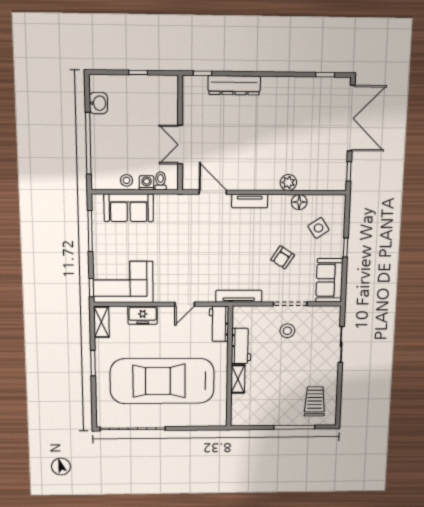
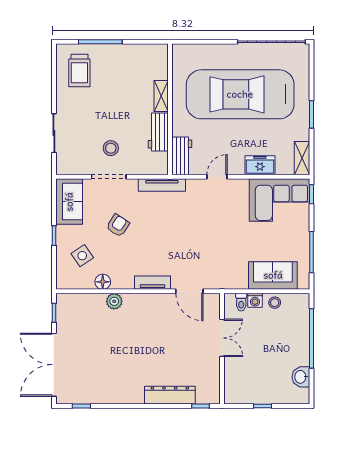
car: (162, 381) -> (240, 94), turned 180

